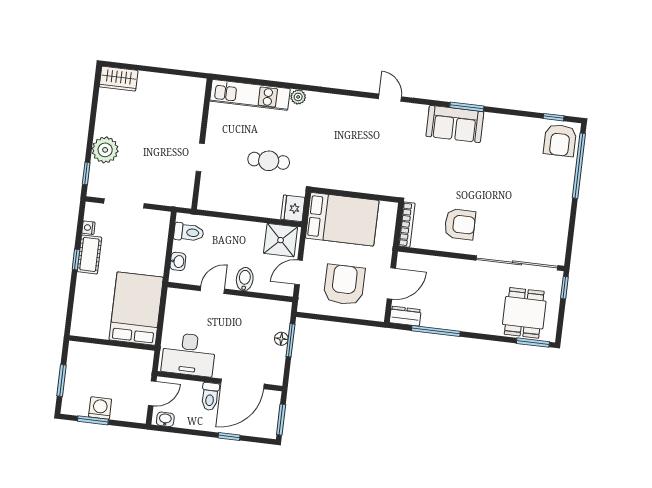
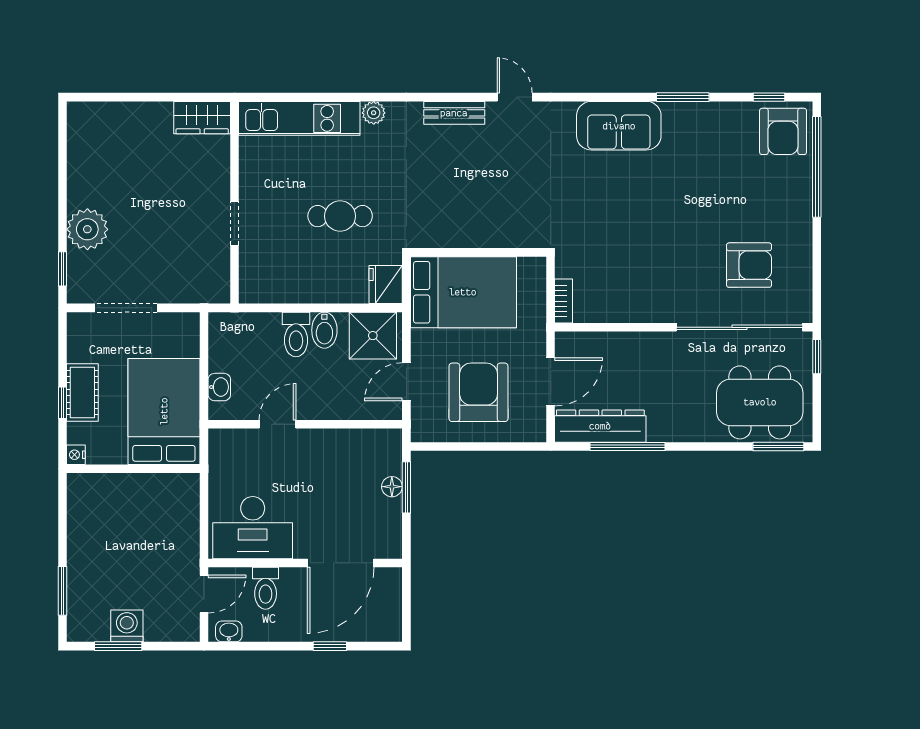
wardrobe: (119, 79) -> (202, 118), moved
bench: (350, 103) -> (454, 113), added
window: (467, 107) -> (683, 97), moved
armchair: (460, 224) -> (749, 265), moved
bookcase: (407, 225) -> (564, 301), width x0.64
nightstand: (88, 228) -> (76, 455), moved
toilet: (189, 232) -> (296, 334), moved, turned 90
bidet: (245, 279) -> (324, 330), moved, turned 180
bed: (136, 309) -> (164, 411), moved
dining table: (524, 313) -> (760, 402), width x1.37
dresser: (405, 316) -> (600, 426), width x1.96, depth x1.24
wall: (112, 343) -> (133, 469), moved
toilet: (210, 396) -> (266, 588), moved
window: (281, 420) -> (406, 611), removed

